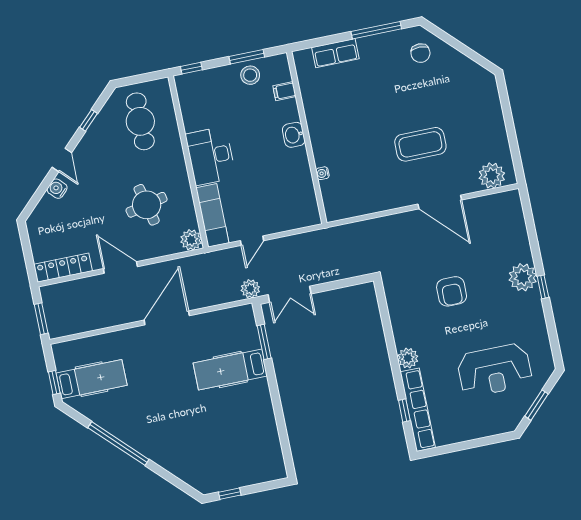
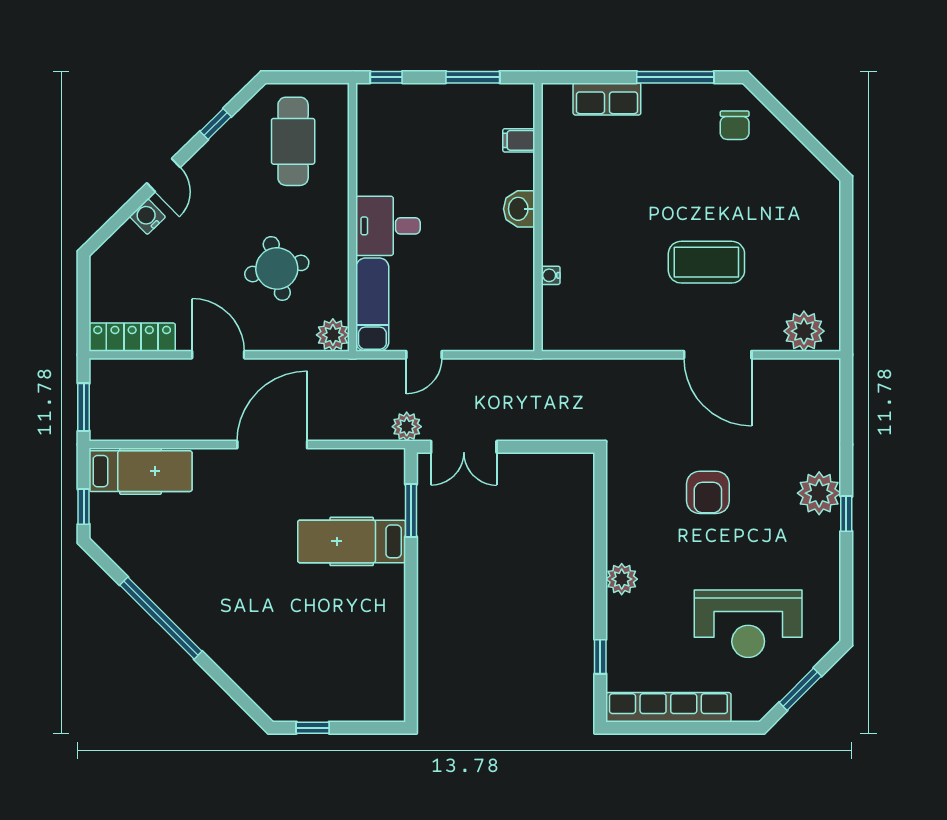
stool: (250, 75) -> (472, 106), removed
desk: (211, 156) -> (388, 226), width x0.73
hospital bed: (92, 379) -> (141, 471), moved
row of seats: (418, 410) -> (668, 707), moved, turned -90

